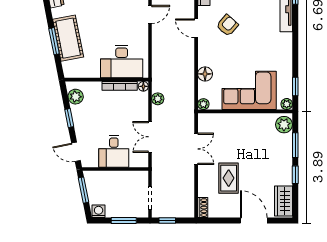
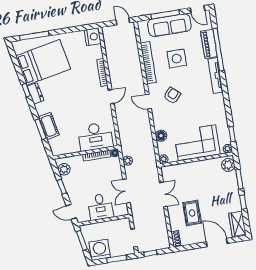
cot: (68, 38) -> (49, 126), width x0.73, depth x0.75
washing machine: (99, 211) -> (100, 250), width x1.89, depth x1.89

